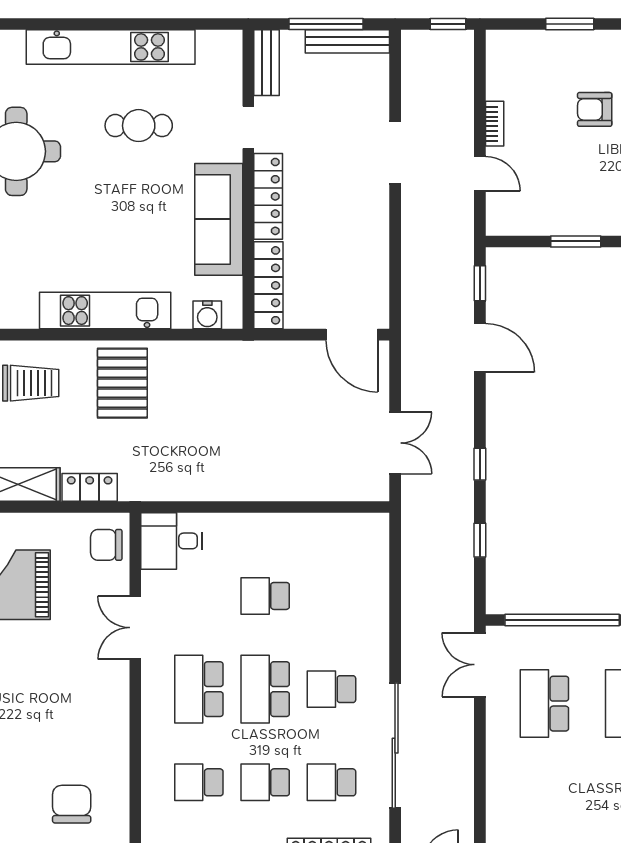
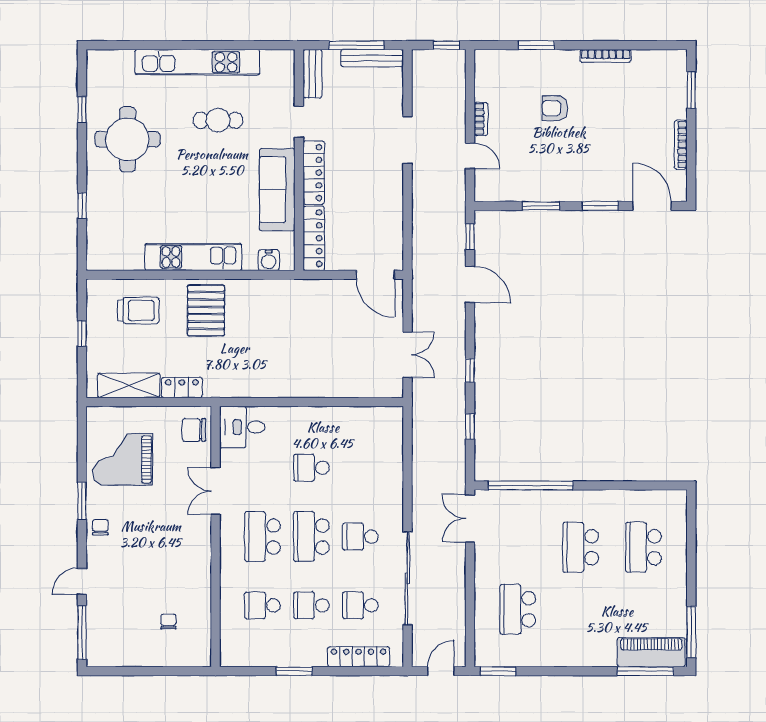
school desk: (544, 704) -> (518, 609), moved
chair: (72, 804) -> (168, 621), width x0.54, depth x0.54

